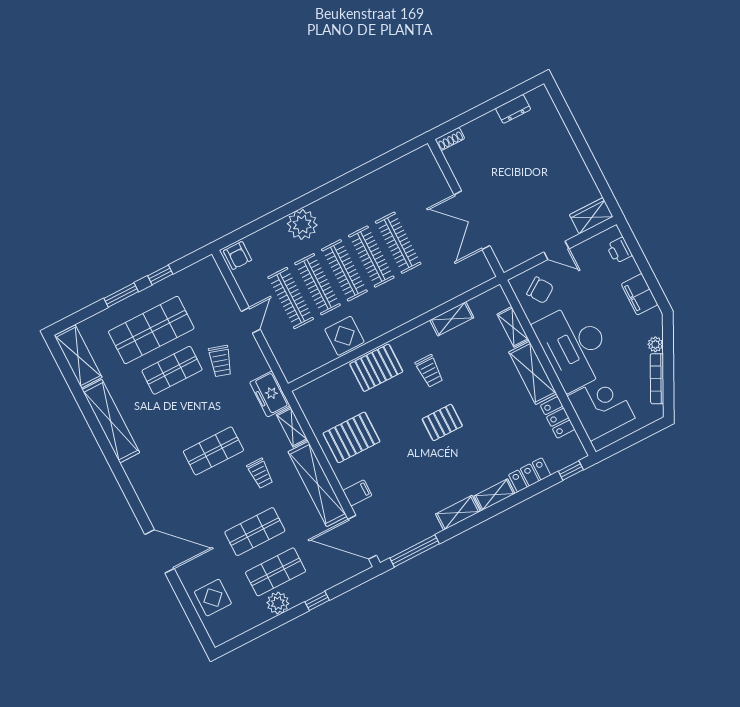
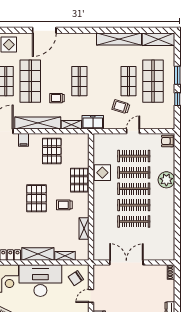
door: (251, 320) -> (133, 131), swing flipped
pallet: (442, 422) -> (36, 198), width x1.50, depth x1.42
shop shelf: (255, 532) -> (30, 81), width x1.43, depth x1.36

